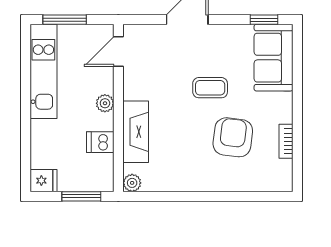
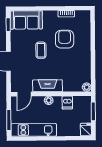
door: (118, 52) -> (24, 94), hinge flipped
fireplace: (136, 132) -> (48, 86), moved
armchair: (233, 137) -> (65, 39), turned 83

